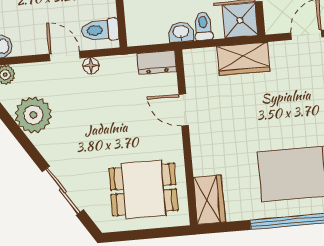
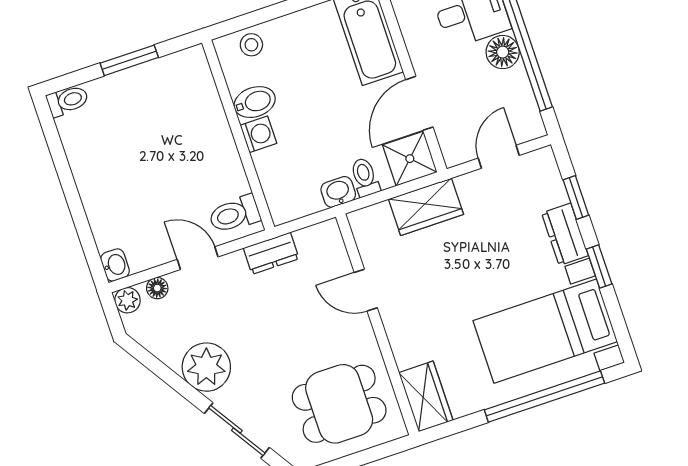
dresser: (157, 62) -> (271, 253), moved
floor lamp: (91, 66) -> (157, 288), moved
plant: (33, 115) -> (206, 367), moved

